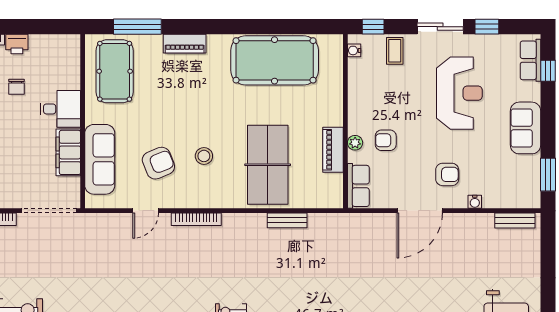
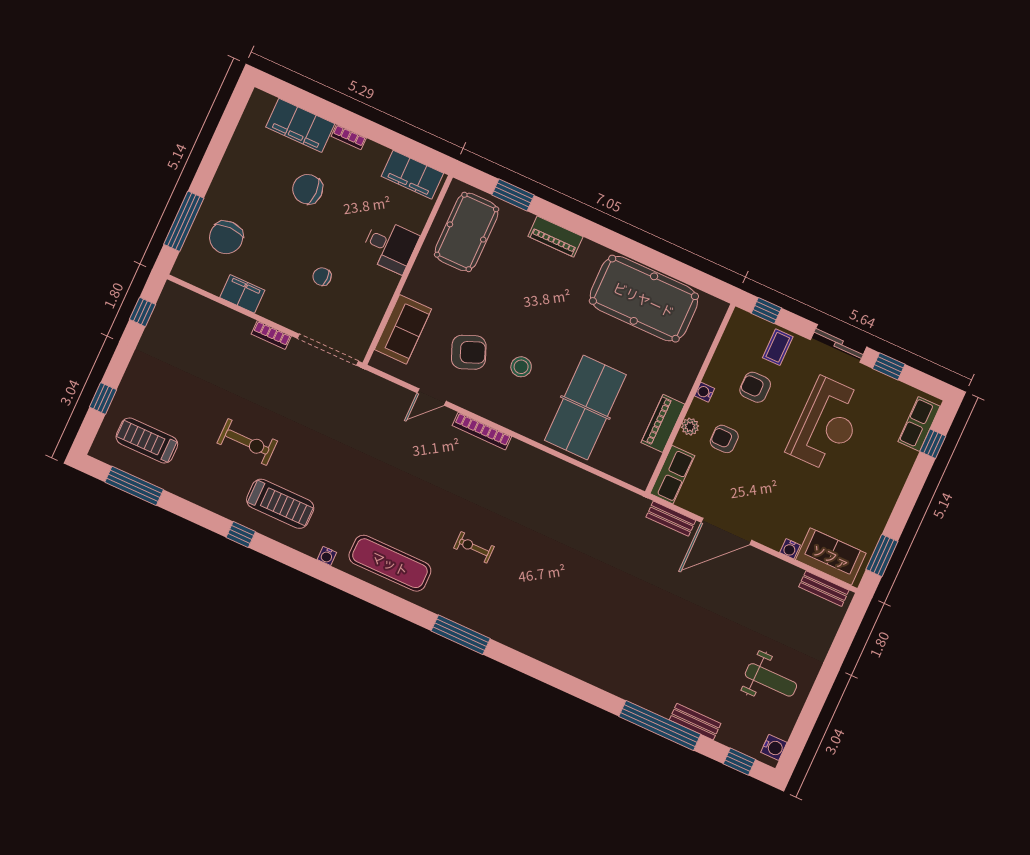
window: (137, 27) -> (513, 195), width x0.69
printer: (17, 44) -> (375, 155), removed
water cooler: (354, 50) -> (704, 392), moved
chair: (16, 87) -> (322, 277), moved, turned 90
sofa: (525, 128) -> (831, 556), moved, turned 90
filing cabinet: (68, 152) -> (412, 175), moved, turned -90
sofa: (100, 159) -> (403, 329), width x0.73
armchair: (447, 174) -> (755, 387), moved, turned 180
bench: (287, 220) -> (671, 519), moved

